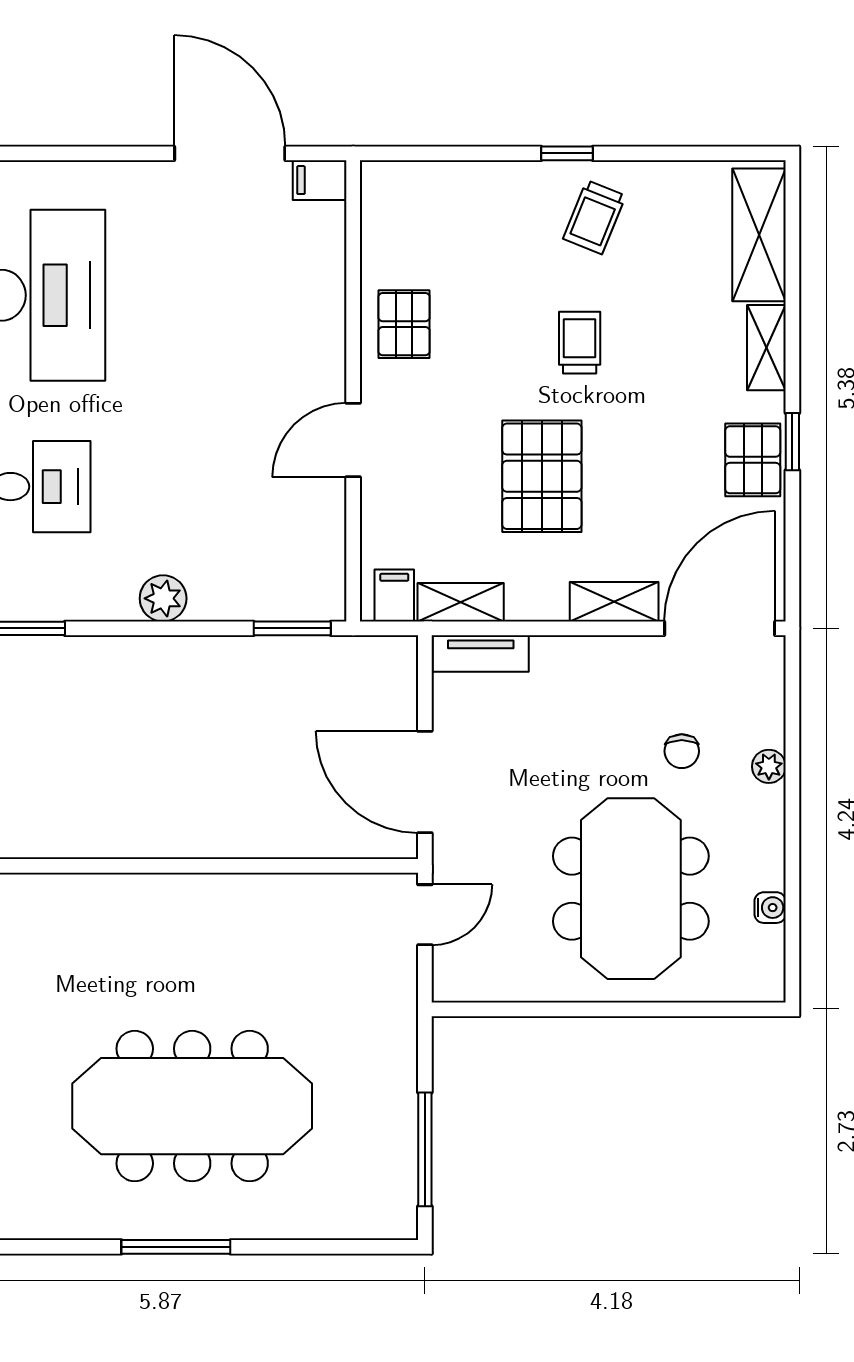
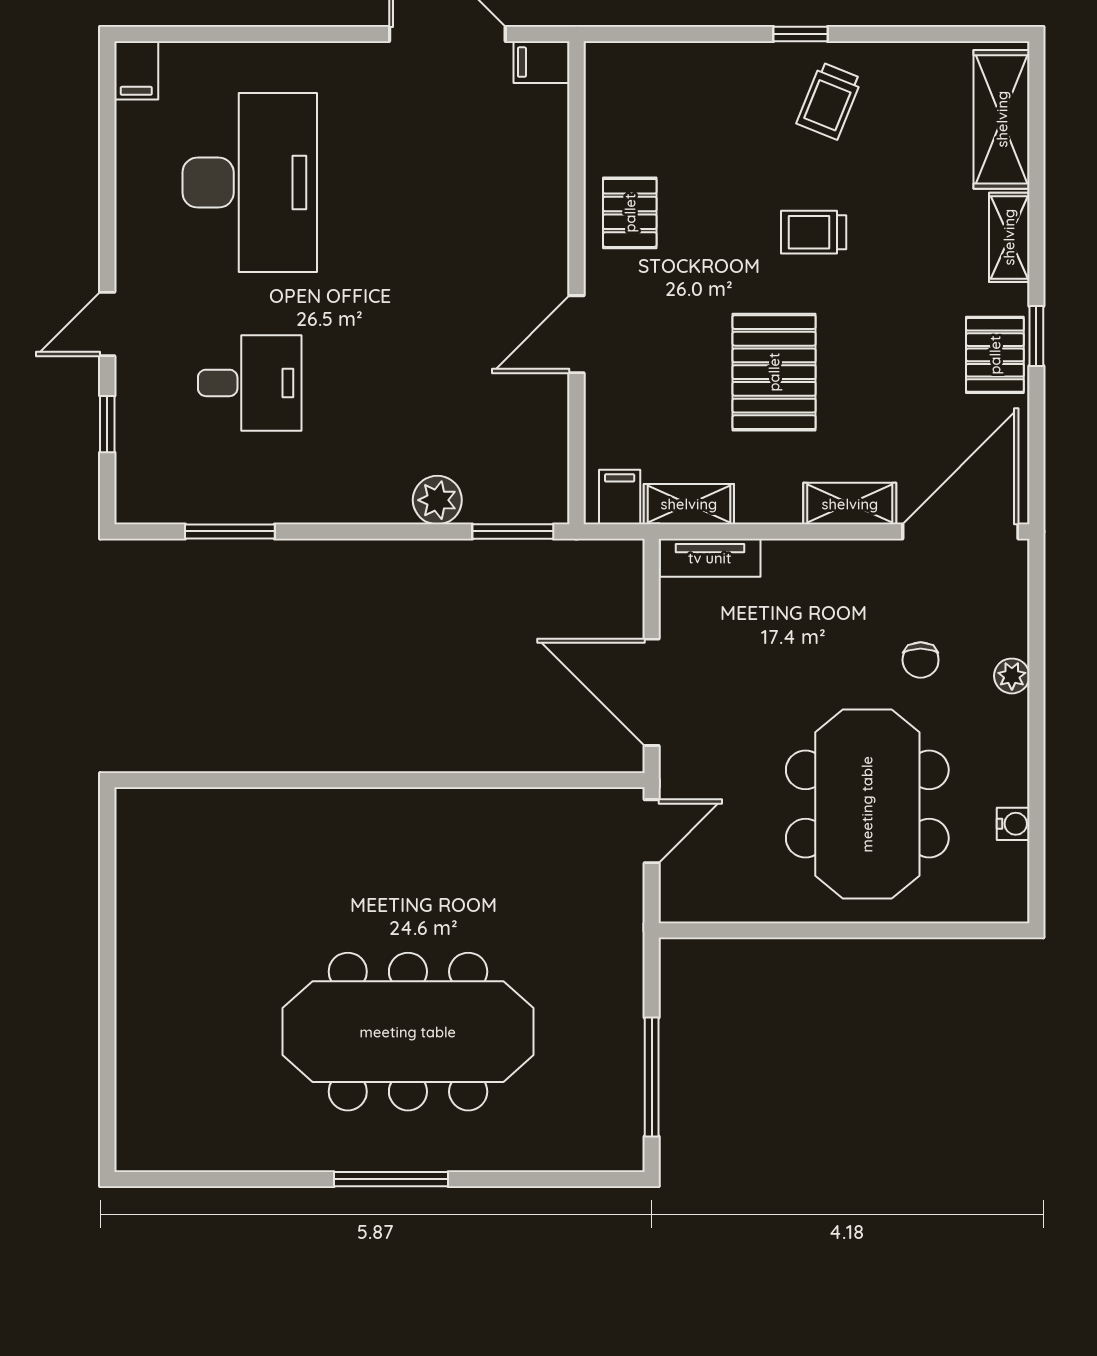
trolley: (580, 343) -> (814, 232), turned -90
plant: (163, 598) -> (437, 500), moved

